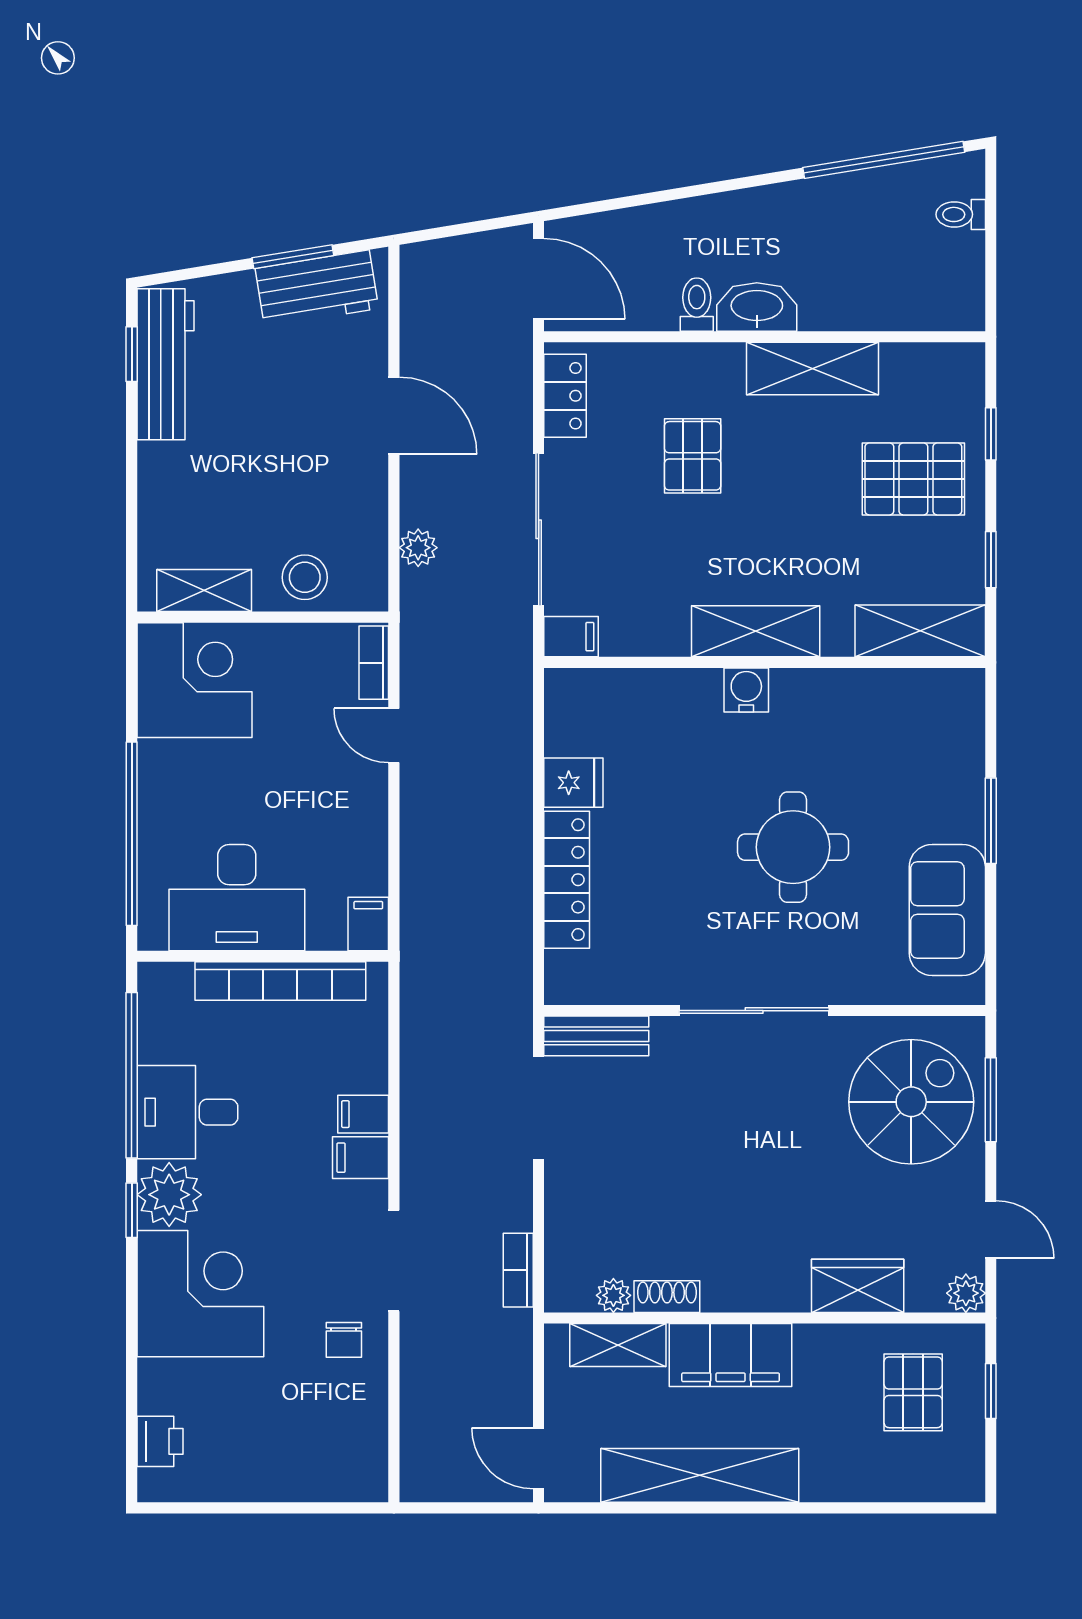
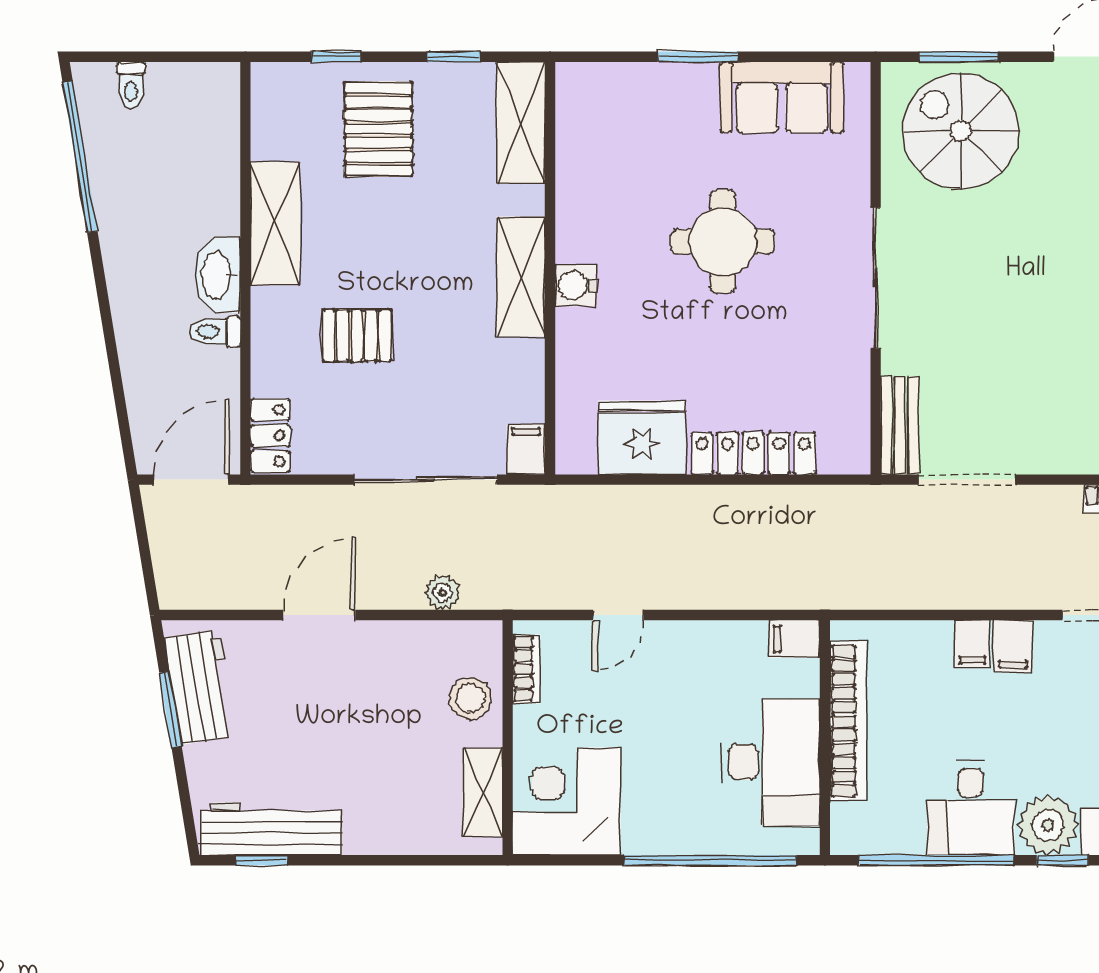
locker: (565, 396) -> (270, 436), moved, turned 90
bookcase: (374, 663) -> (526, 669), moved, turned -90
fridge: (573, 783) -> (642, 438), width x1.88, depth x1.34

